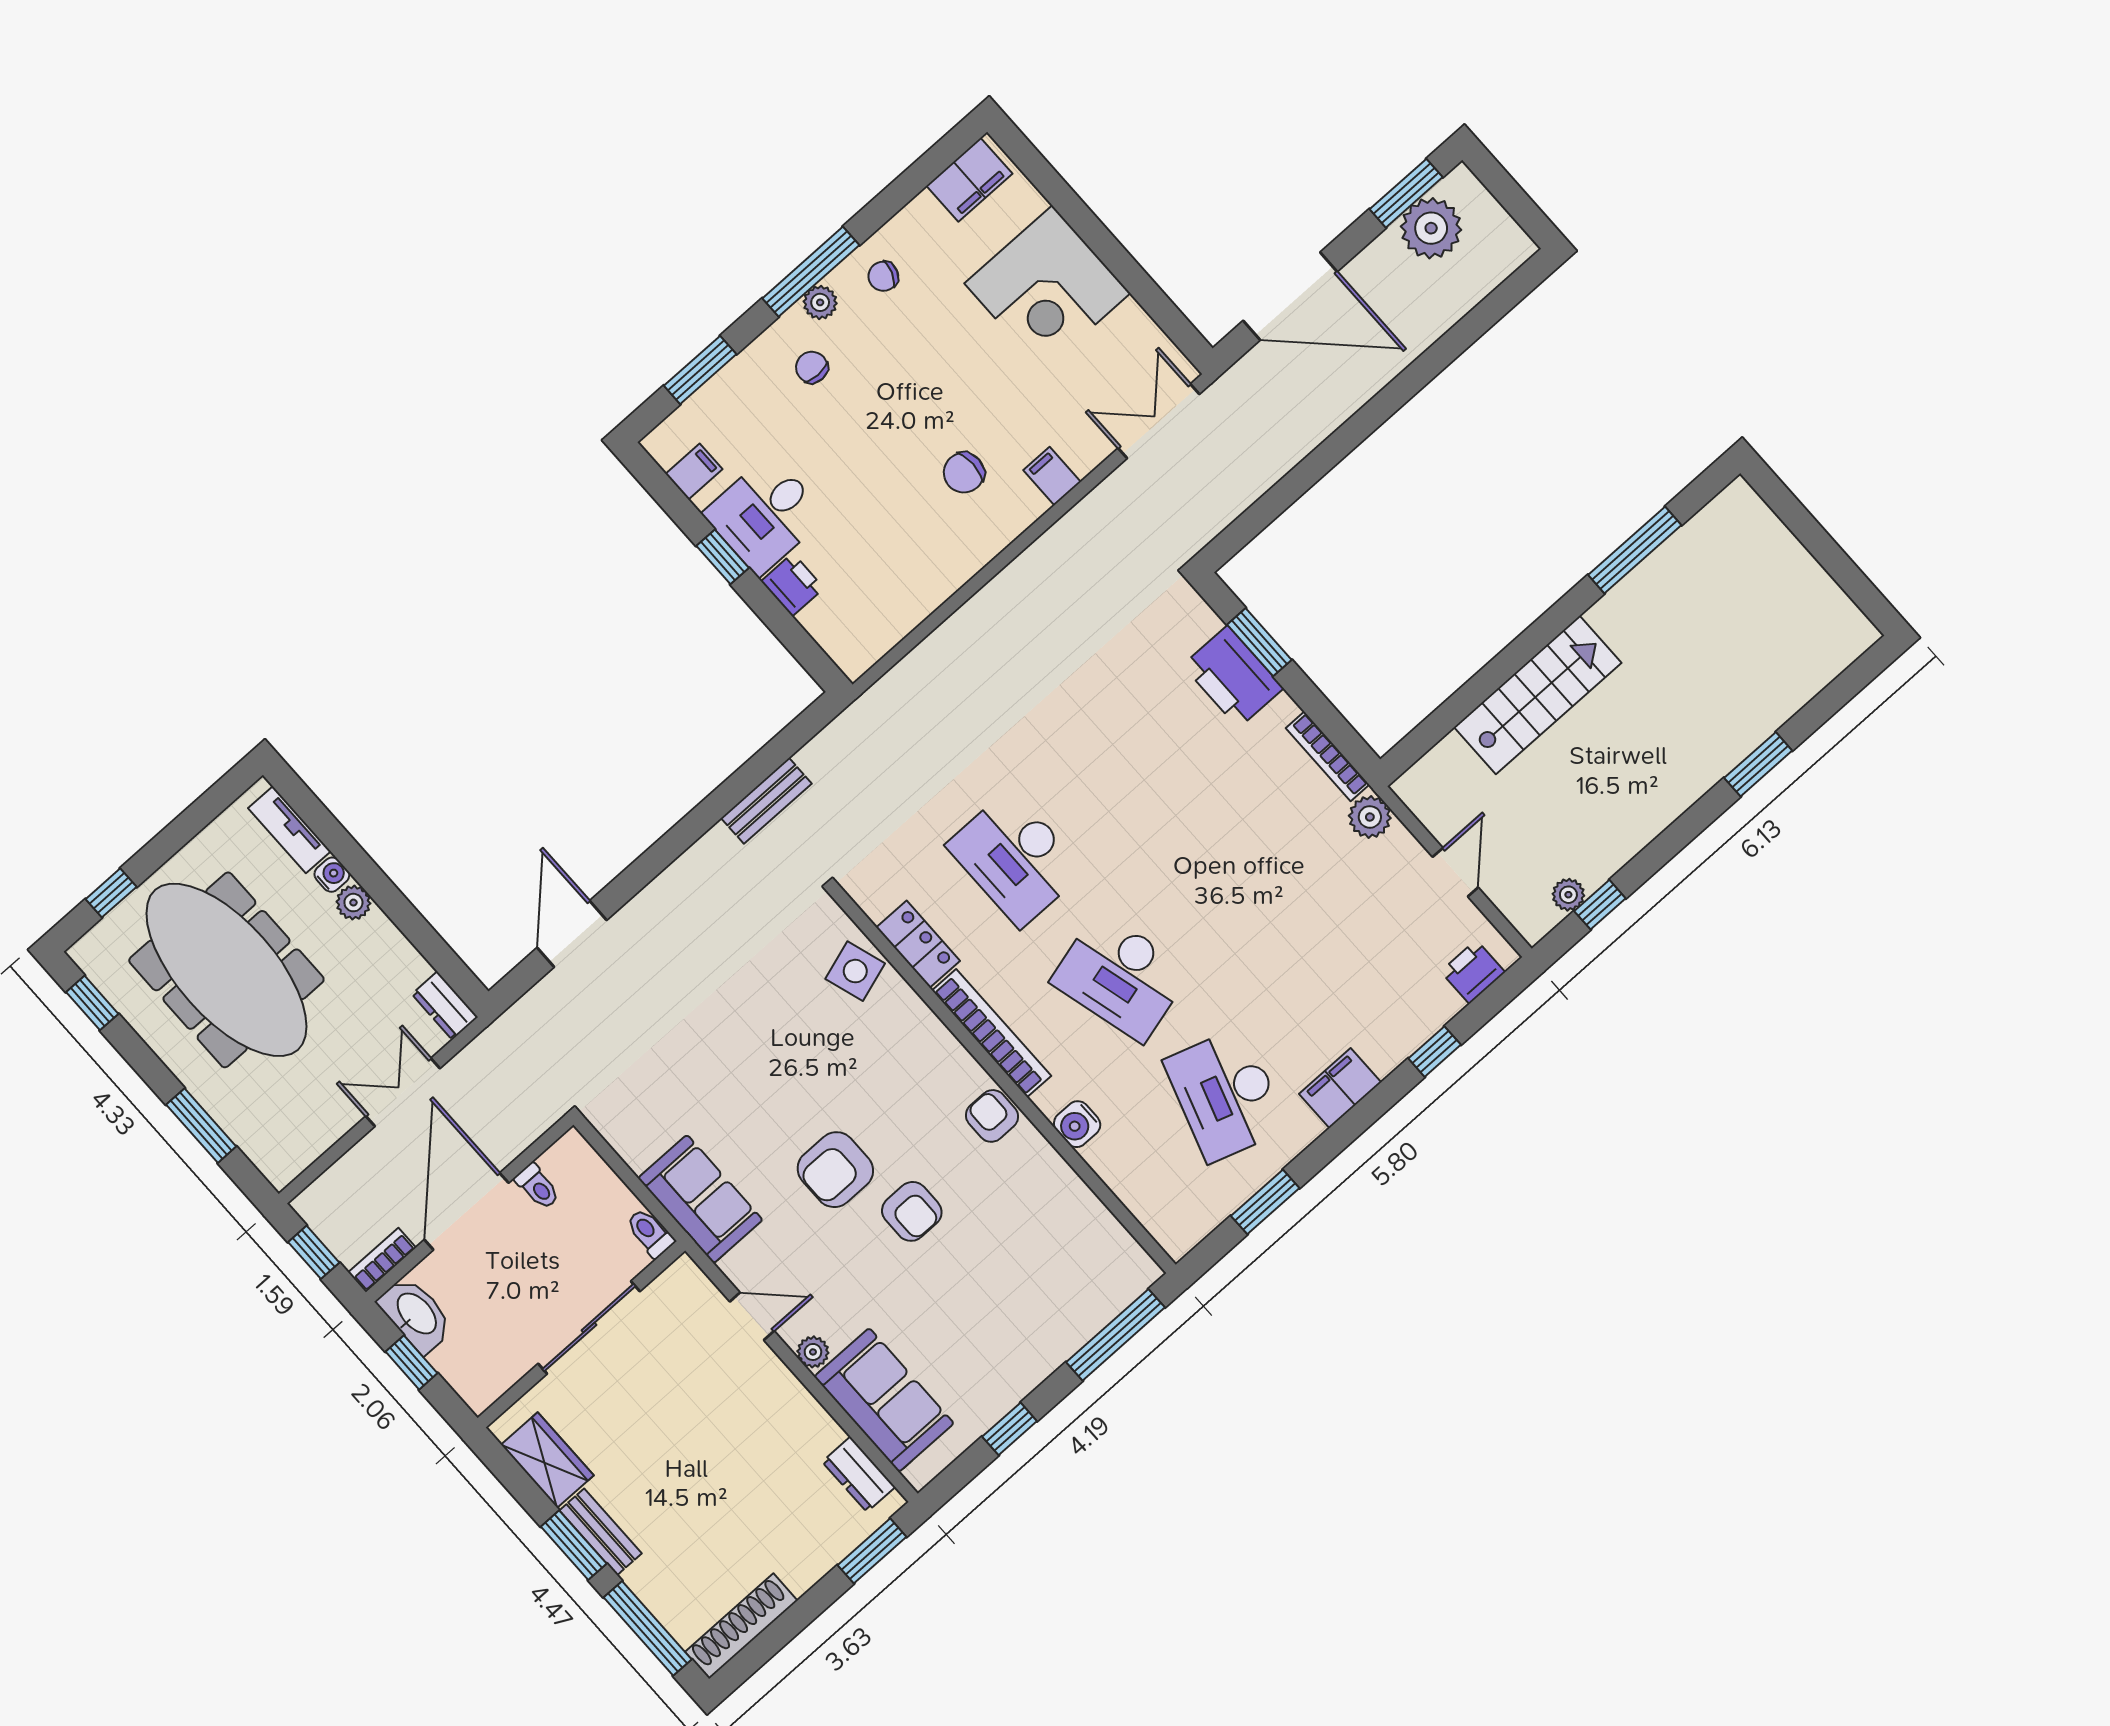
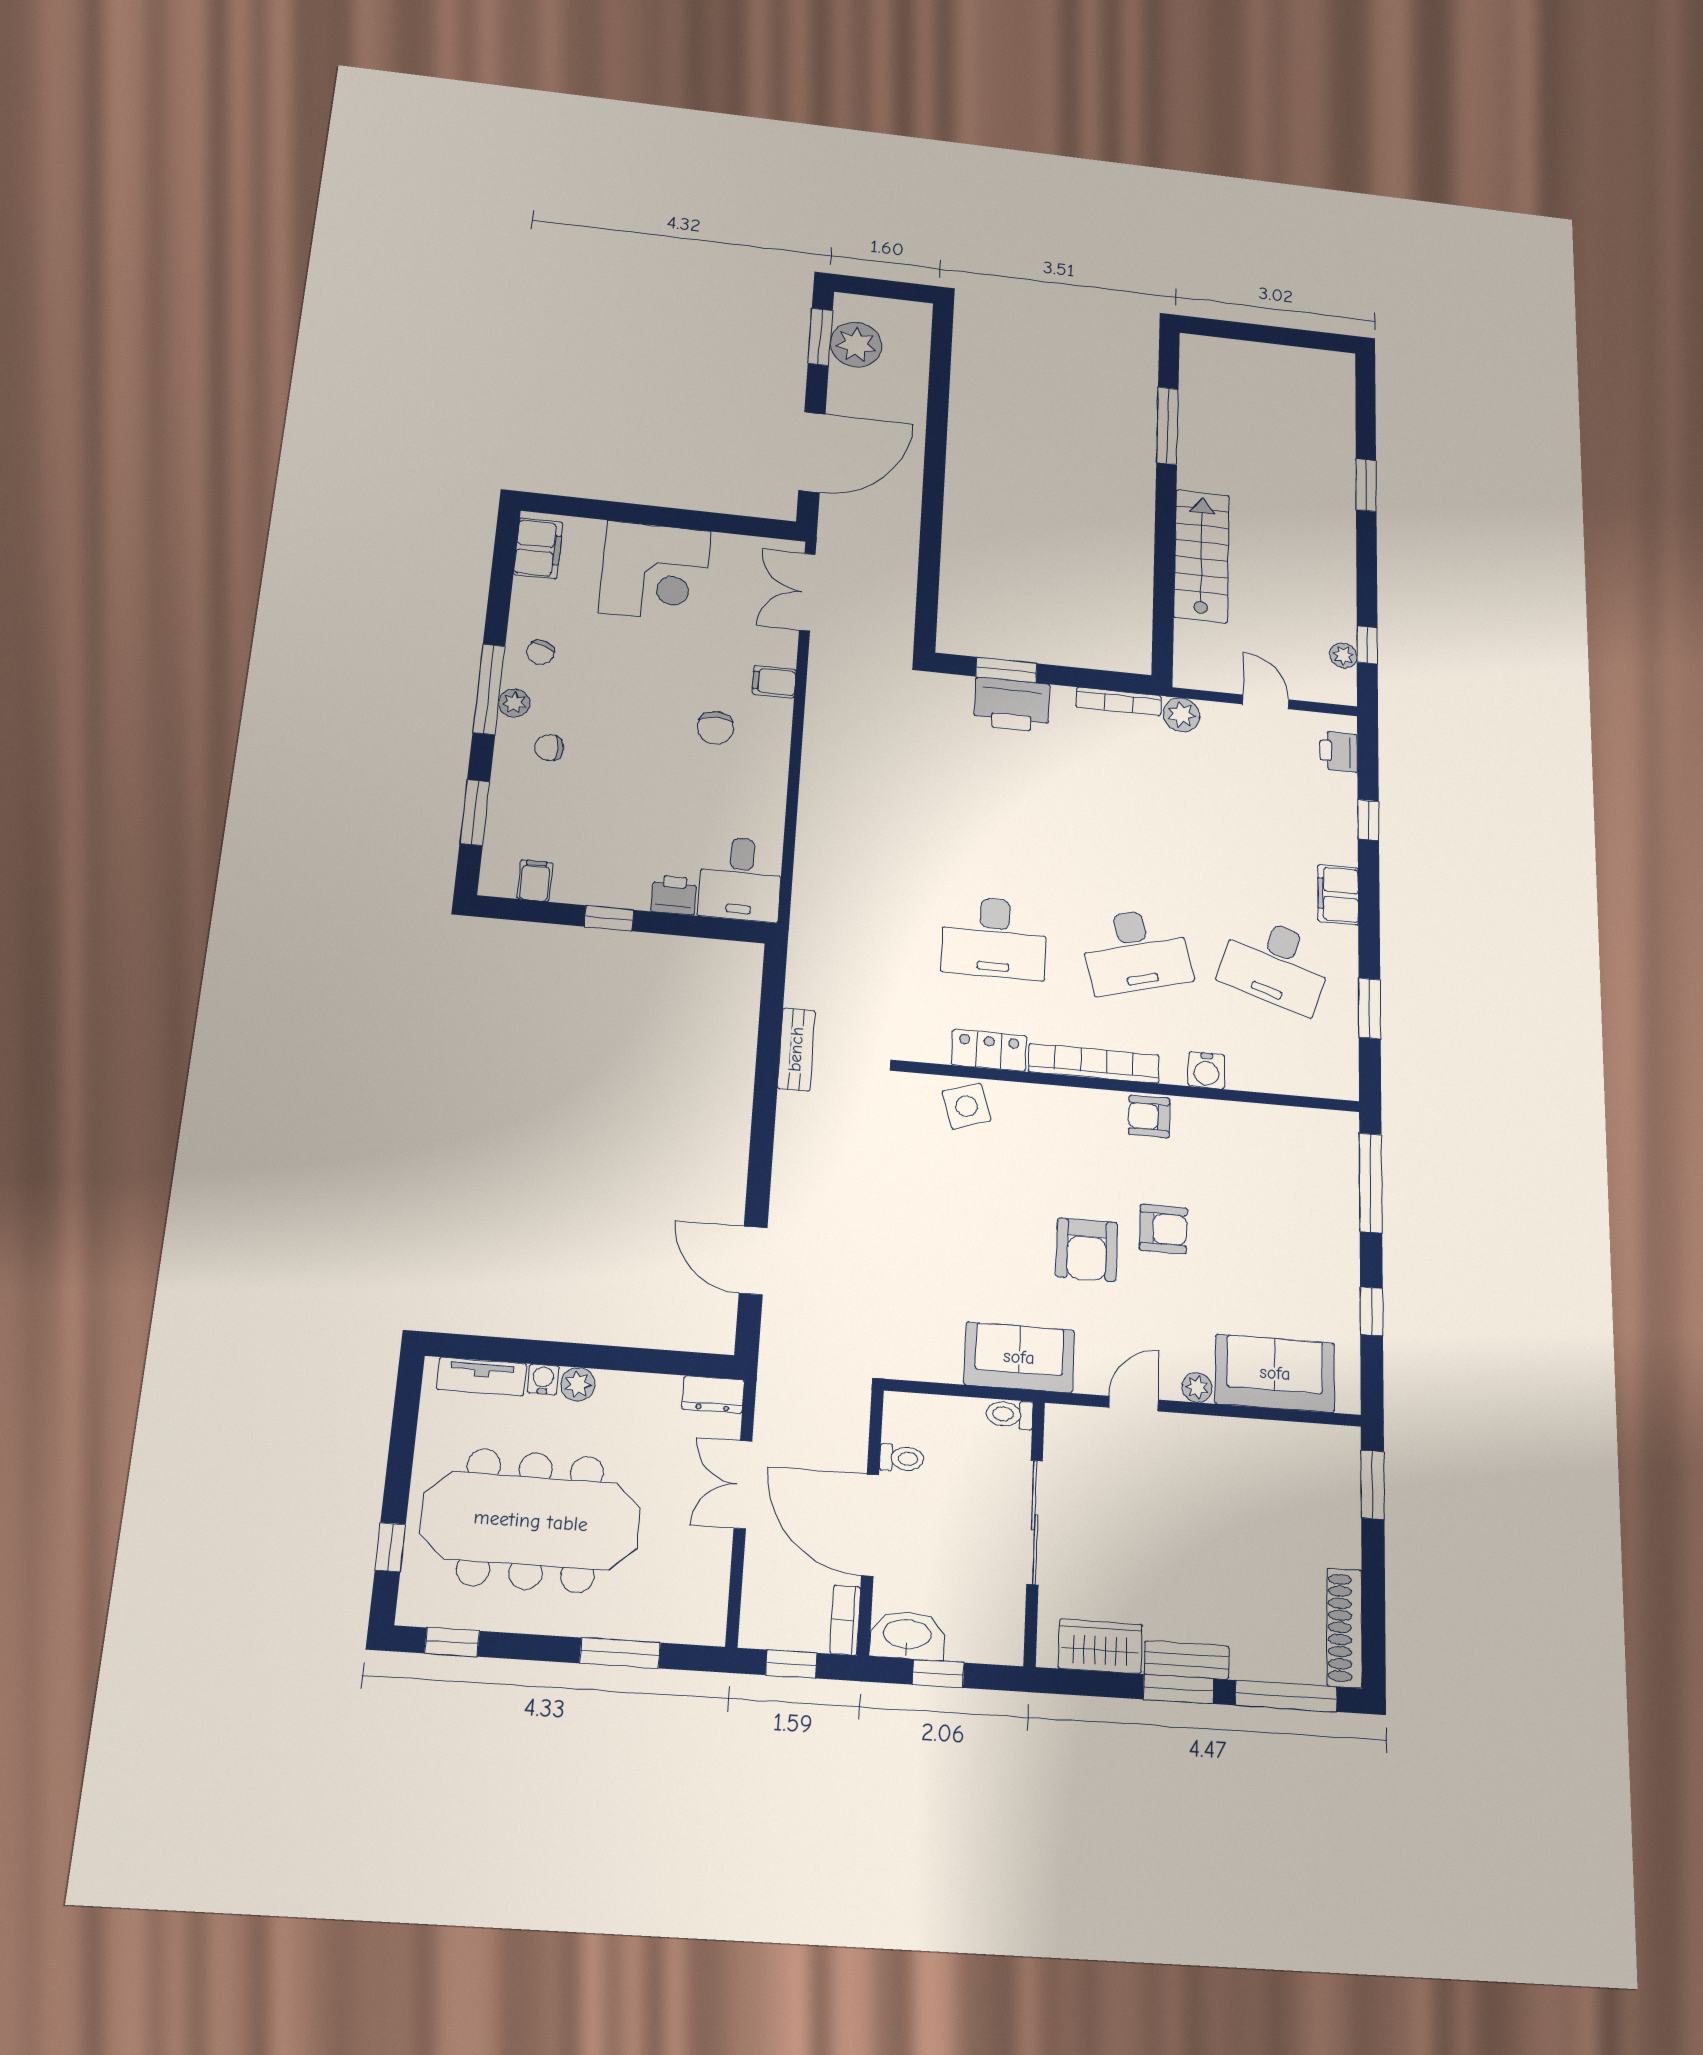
desk: (765, 515) -> (741, 879), moved
dresser: (859, 1474) -> (1311, 1441), removed

